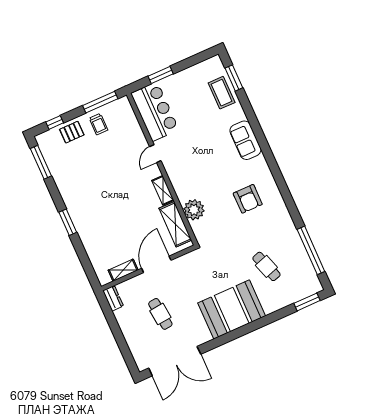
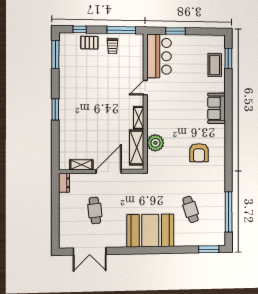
double door: (175, 361) -> (90, 251), width x0.73

